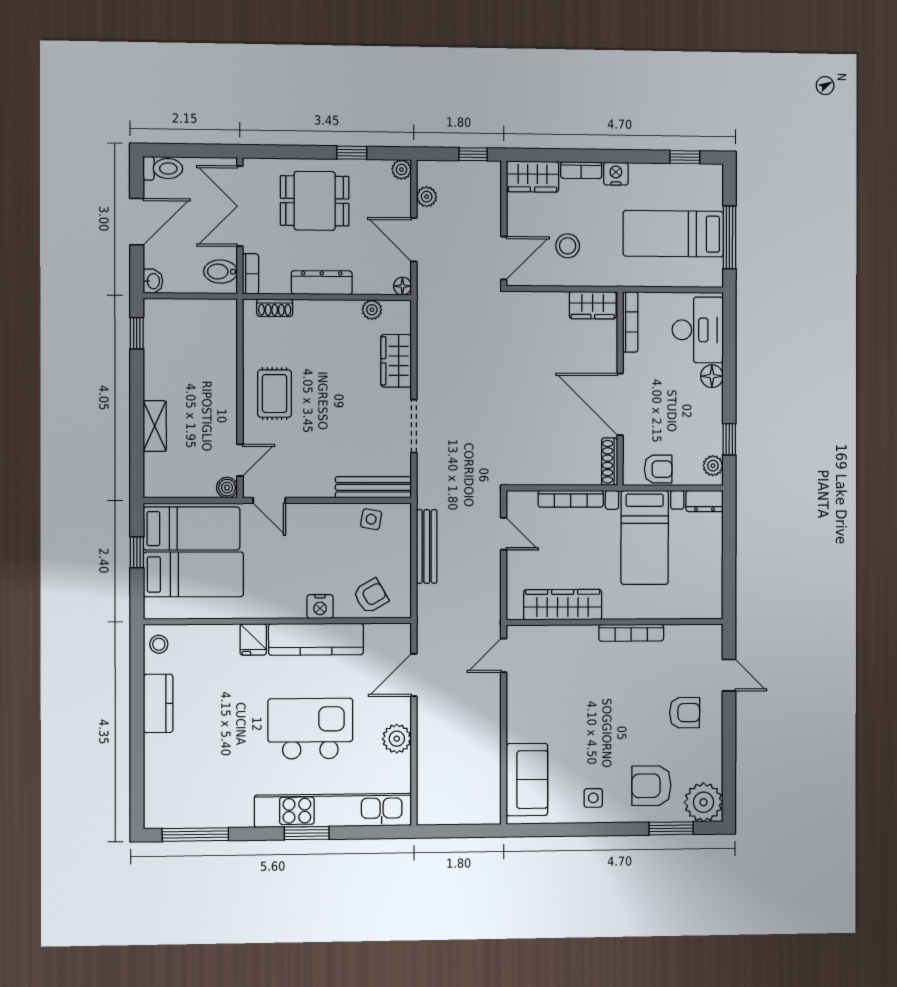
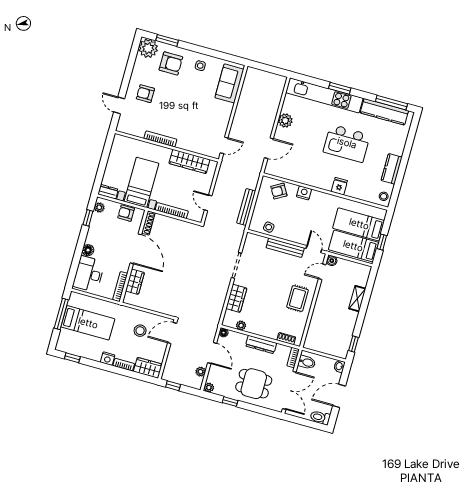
wardrobe: (593, 305) -> (135, 282), moved, turned 90
bench: (373, 487) -> (285, 248), moved
kitchen counter: (316, 639) -> (384, 112), moved, turned 180
kitchen island: (310, 729) -> (347, 143), moved

